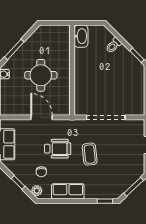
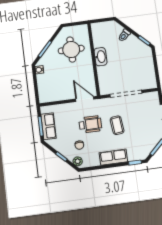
washbasin: (81, 36) -> (101, 57), moved
round table: (41, 75) -> (71, 50), moved
door: (42, 117) -> (85, 99), moved
row of seats: (68, 191) -> (113, 157), moved

